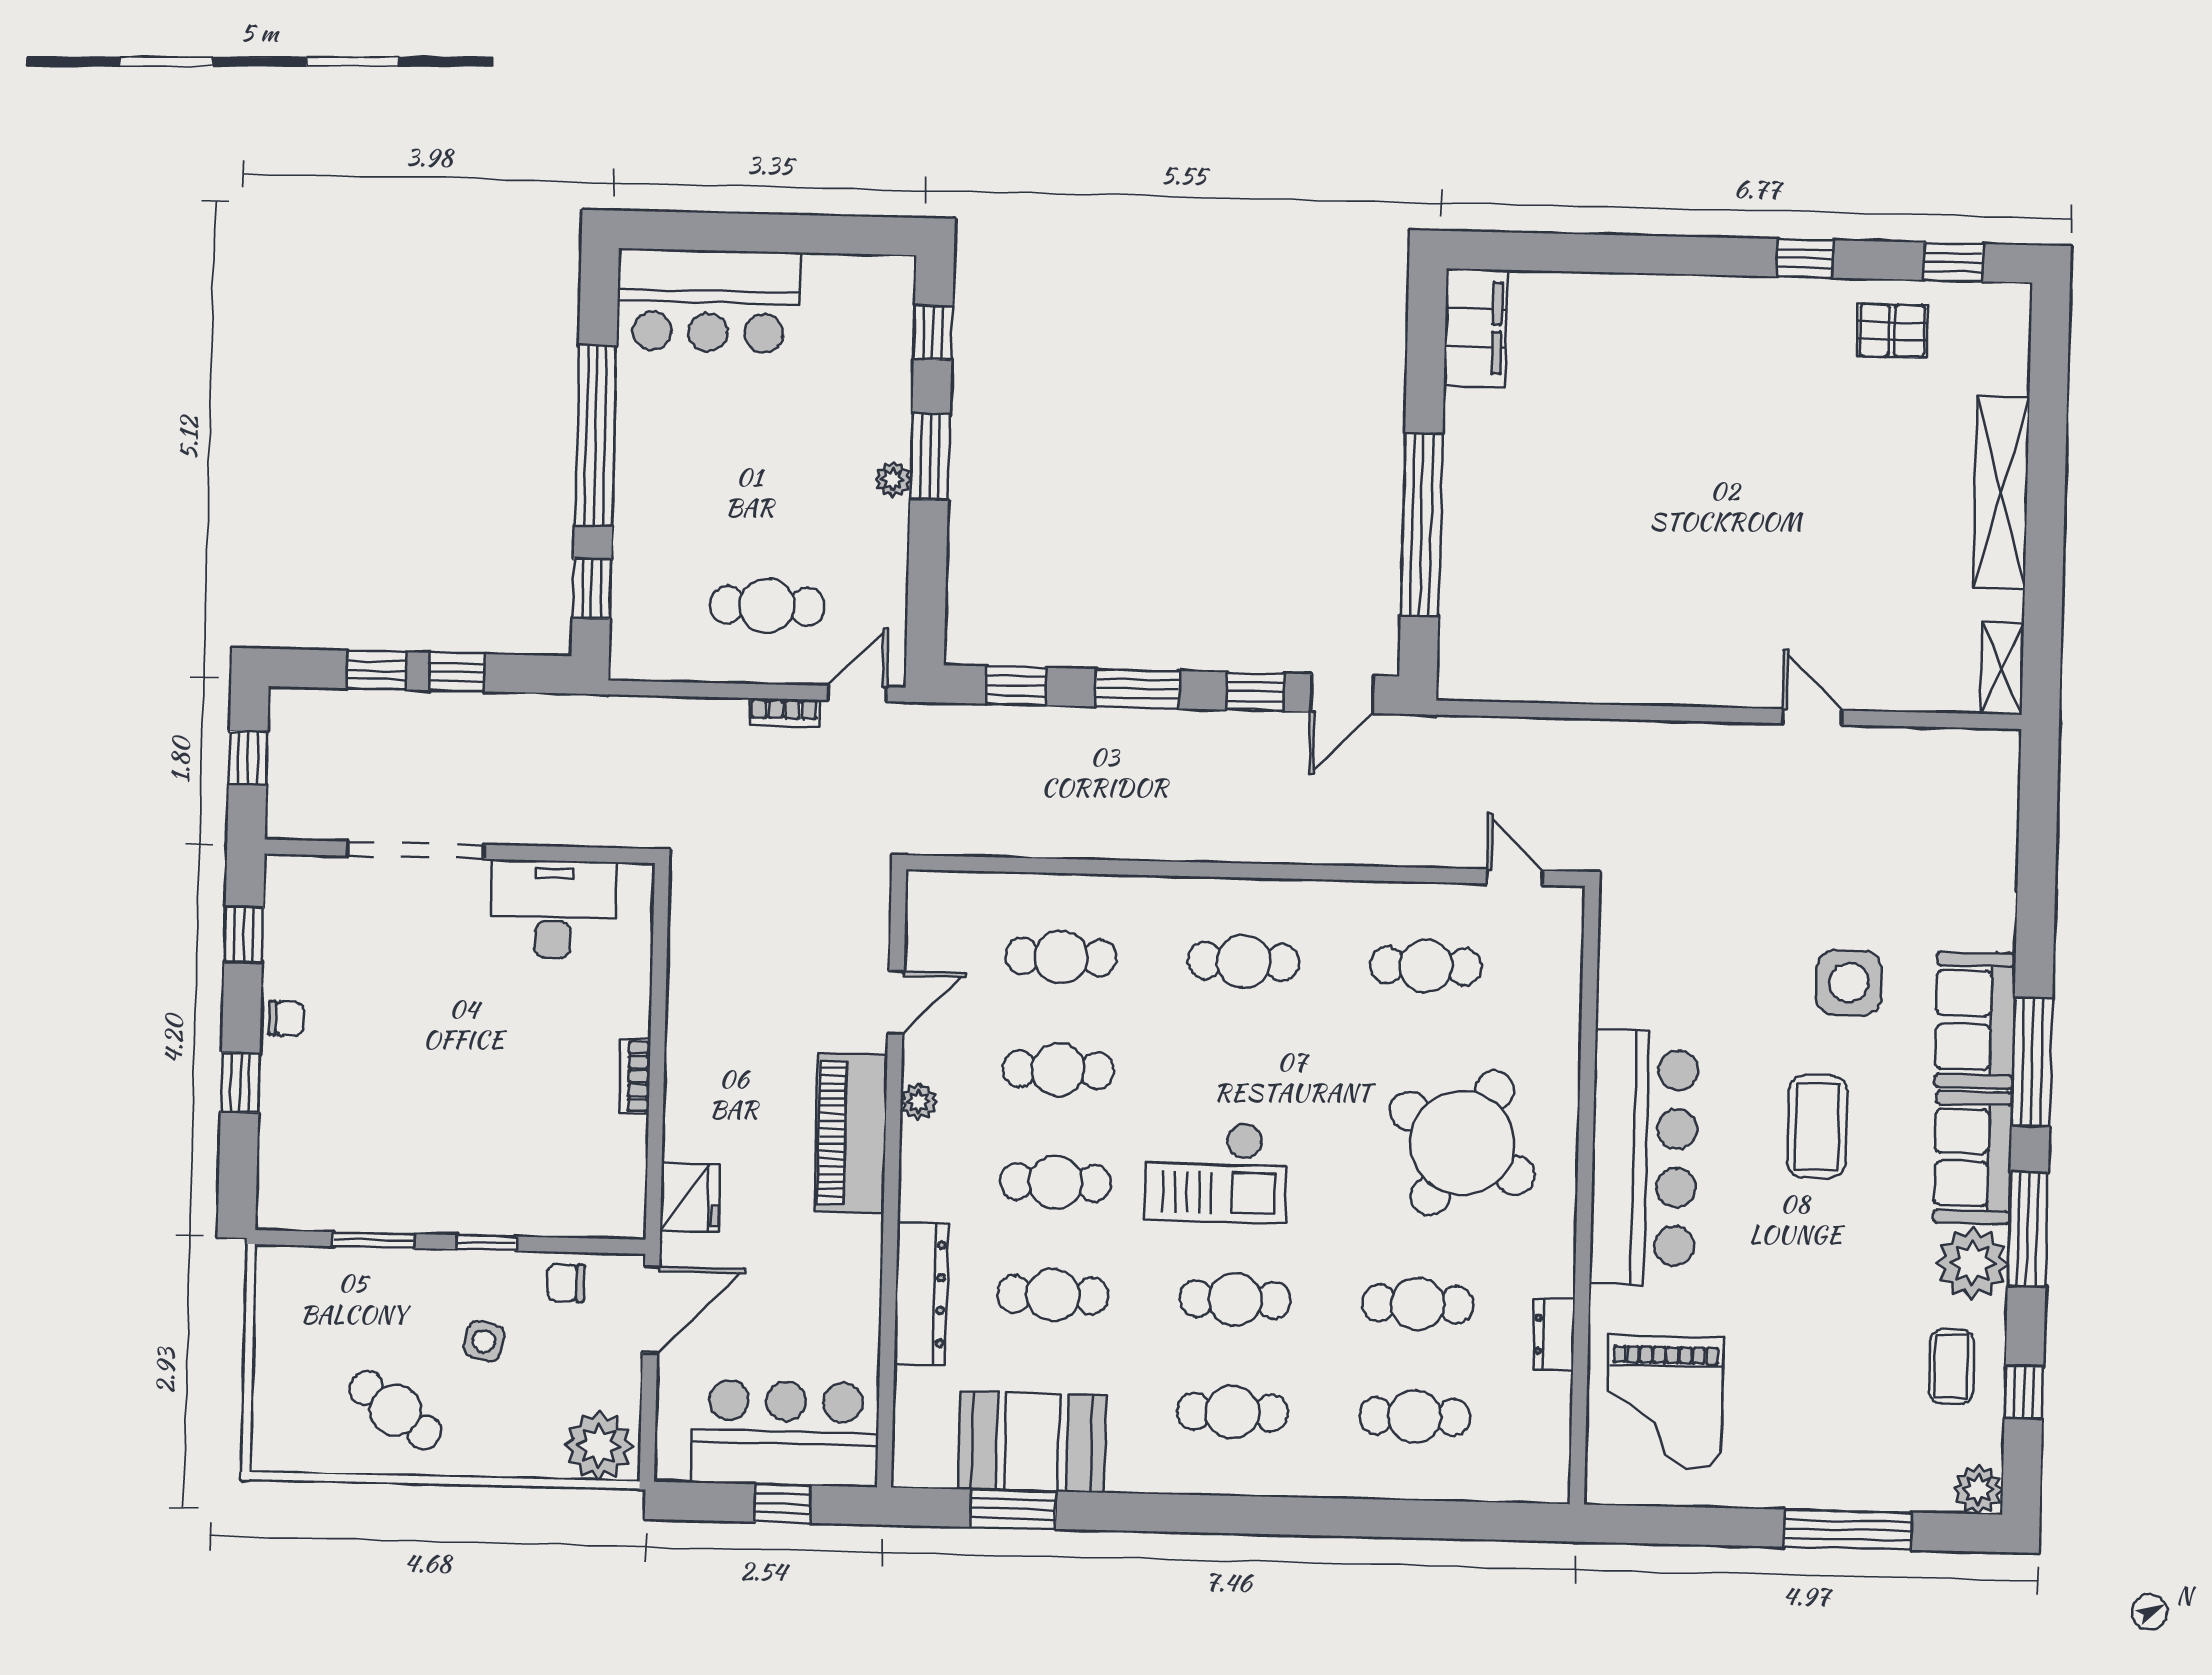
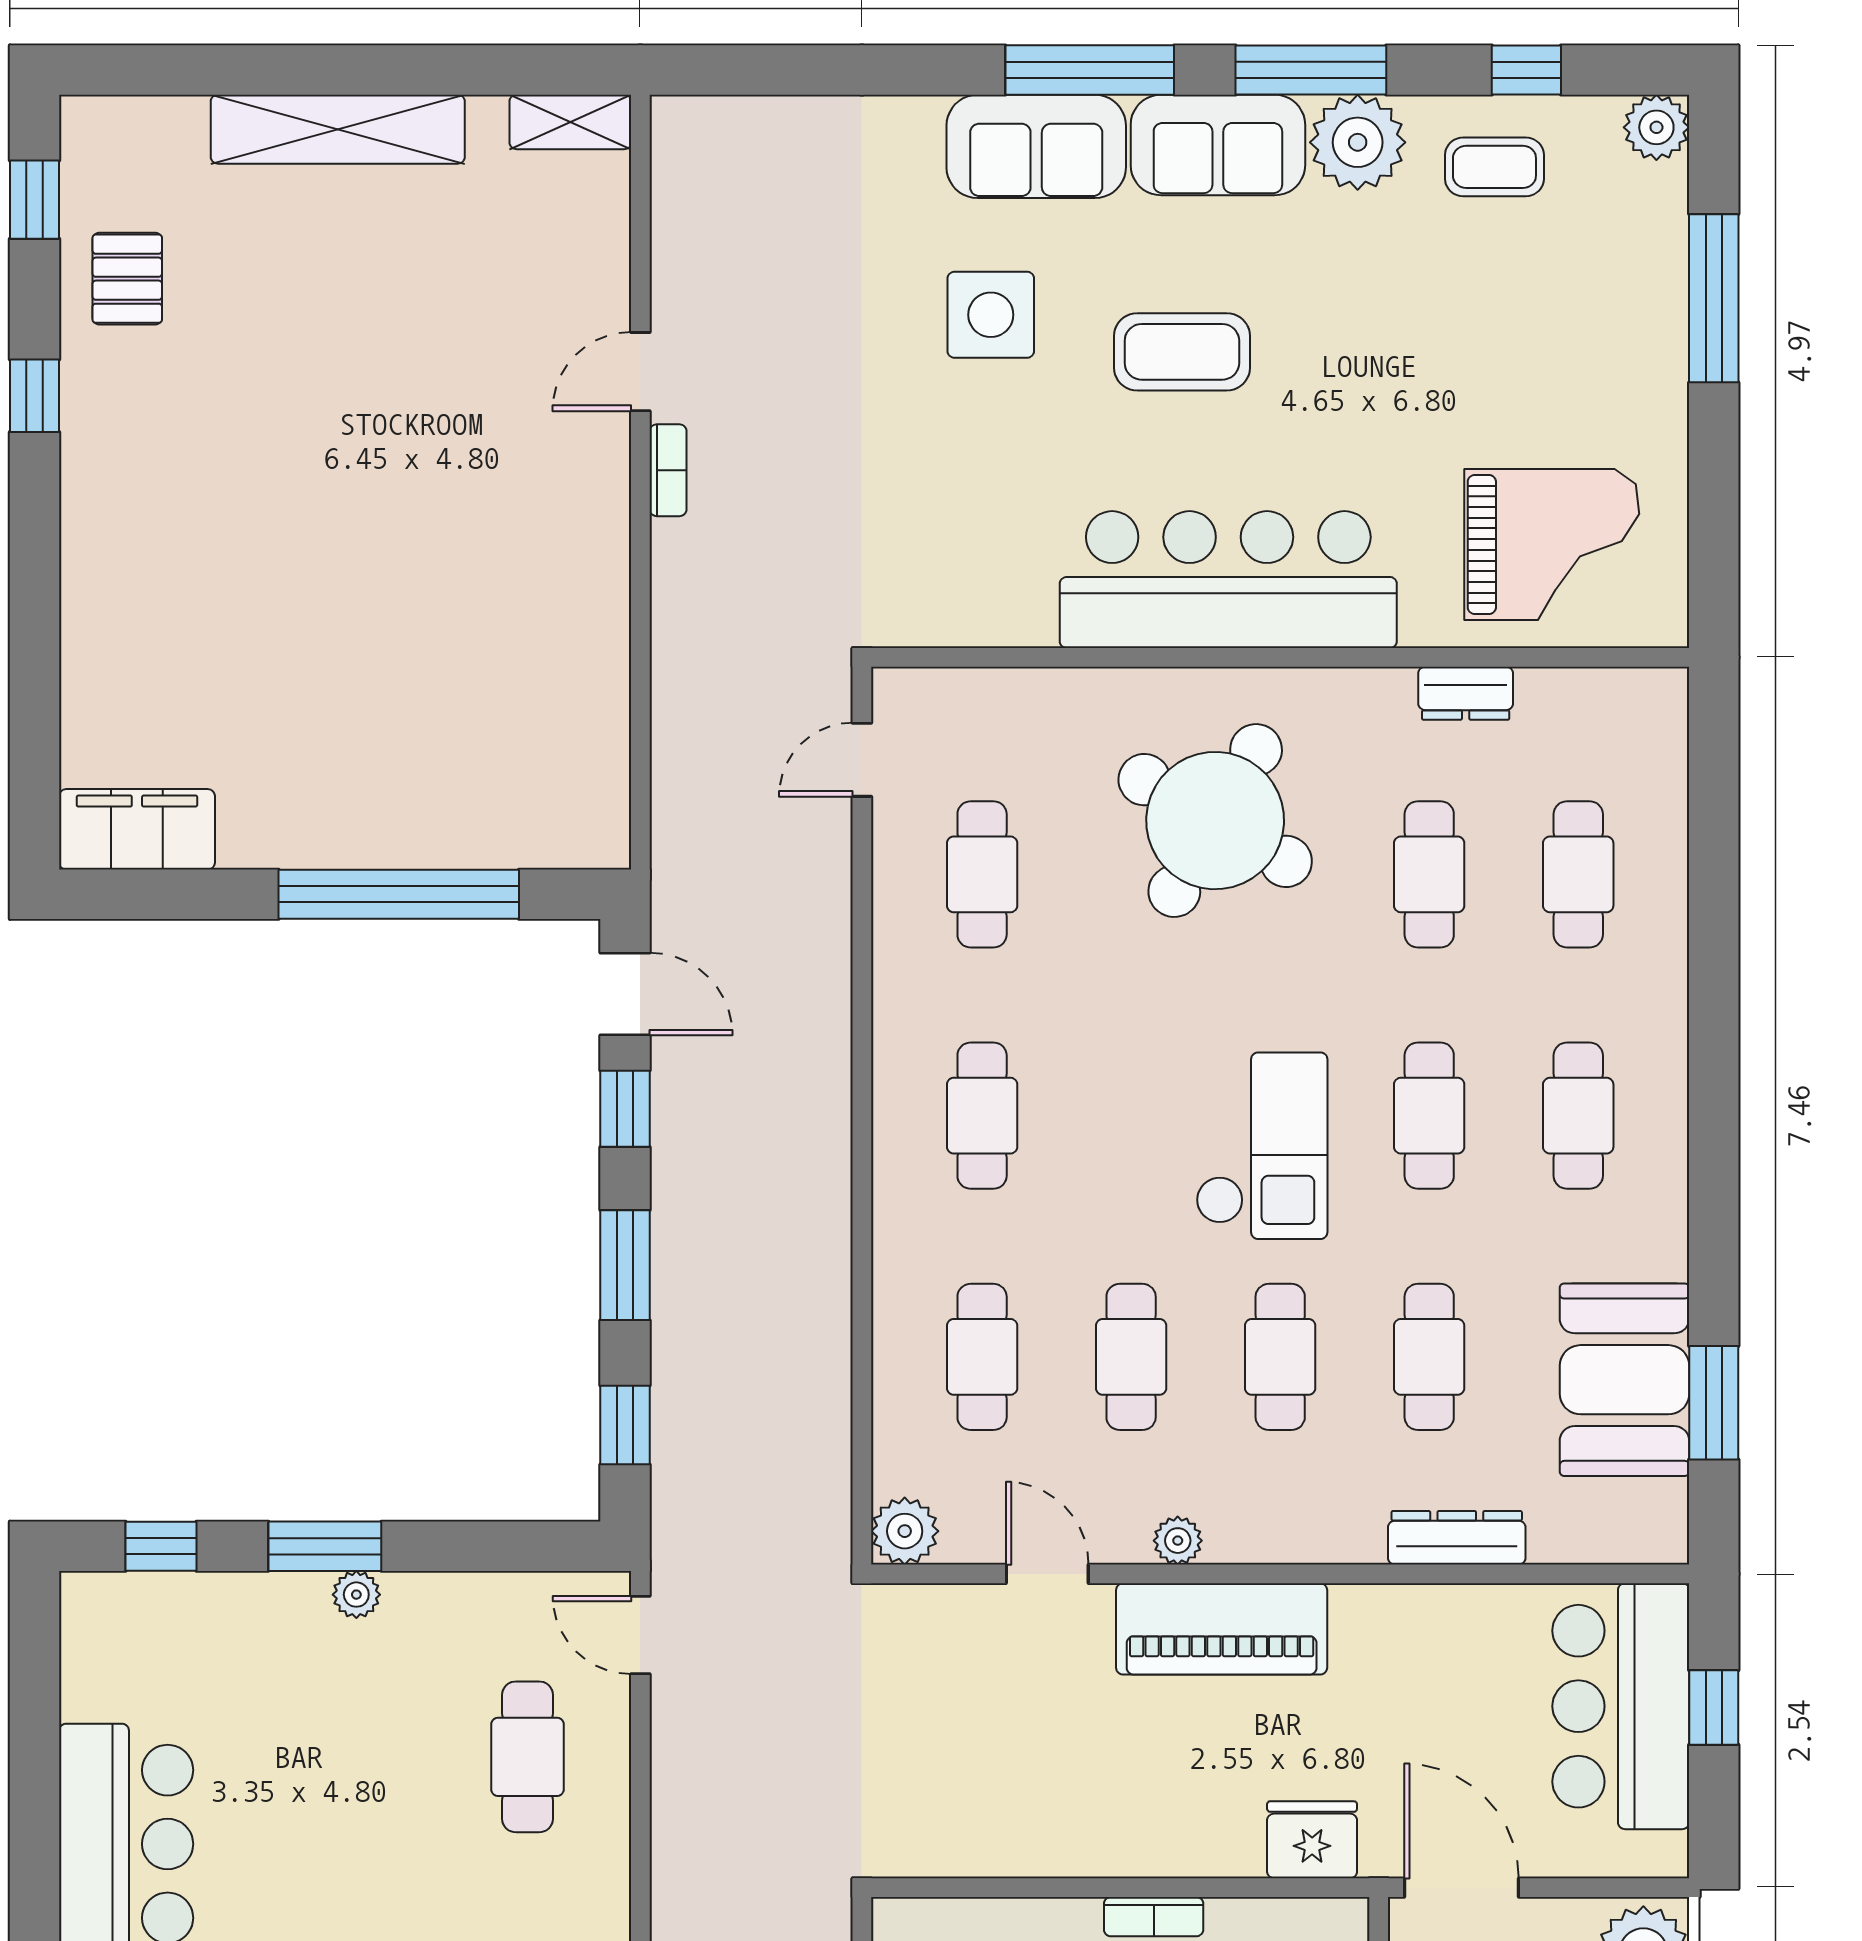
bookcase: (784, 713) -> (668, 470), moved
plant: (931, 895) -> (905, 1531), added
dresser: (921, 1294) -> (1457, 1538), width x0.73, depth x0.80

